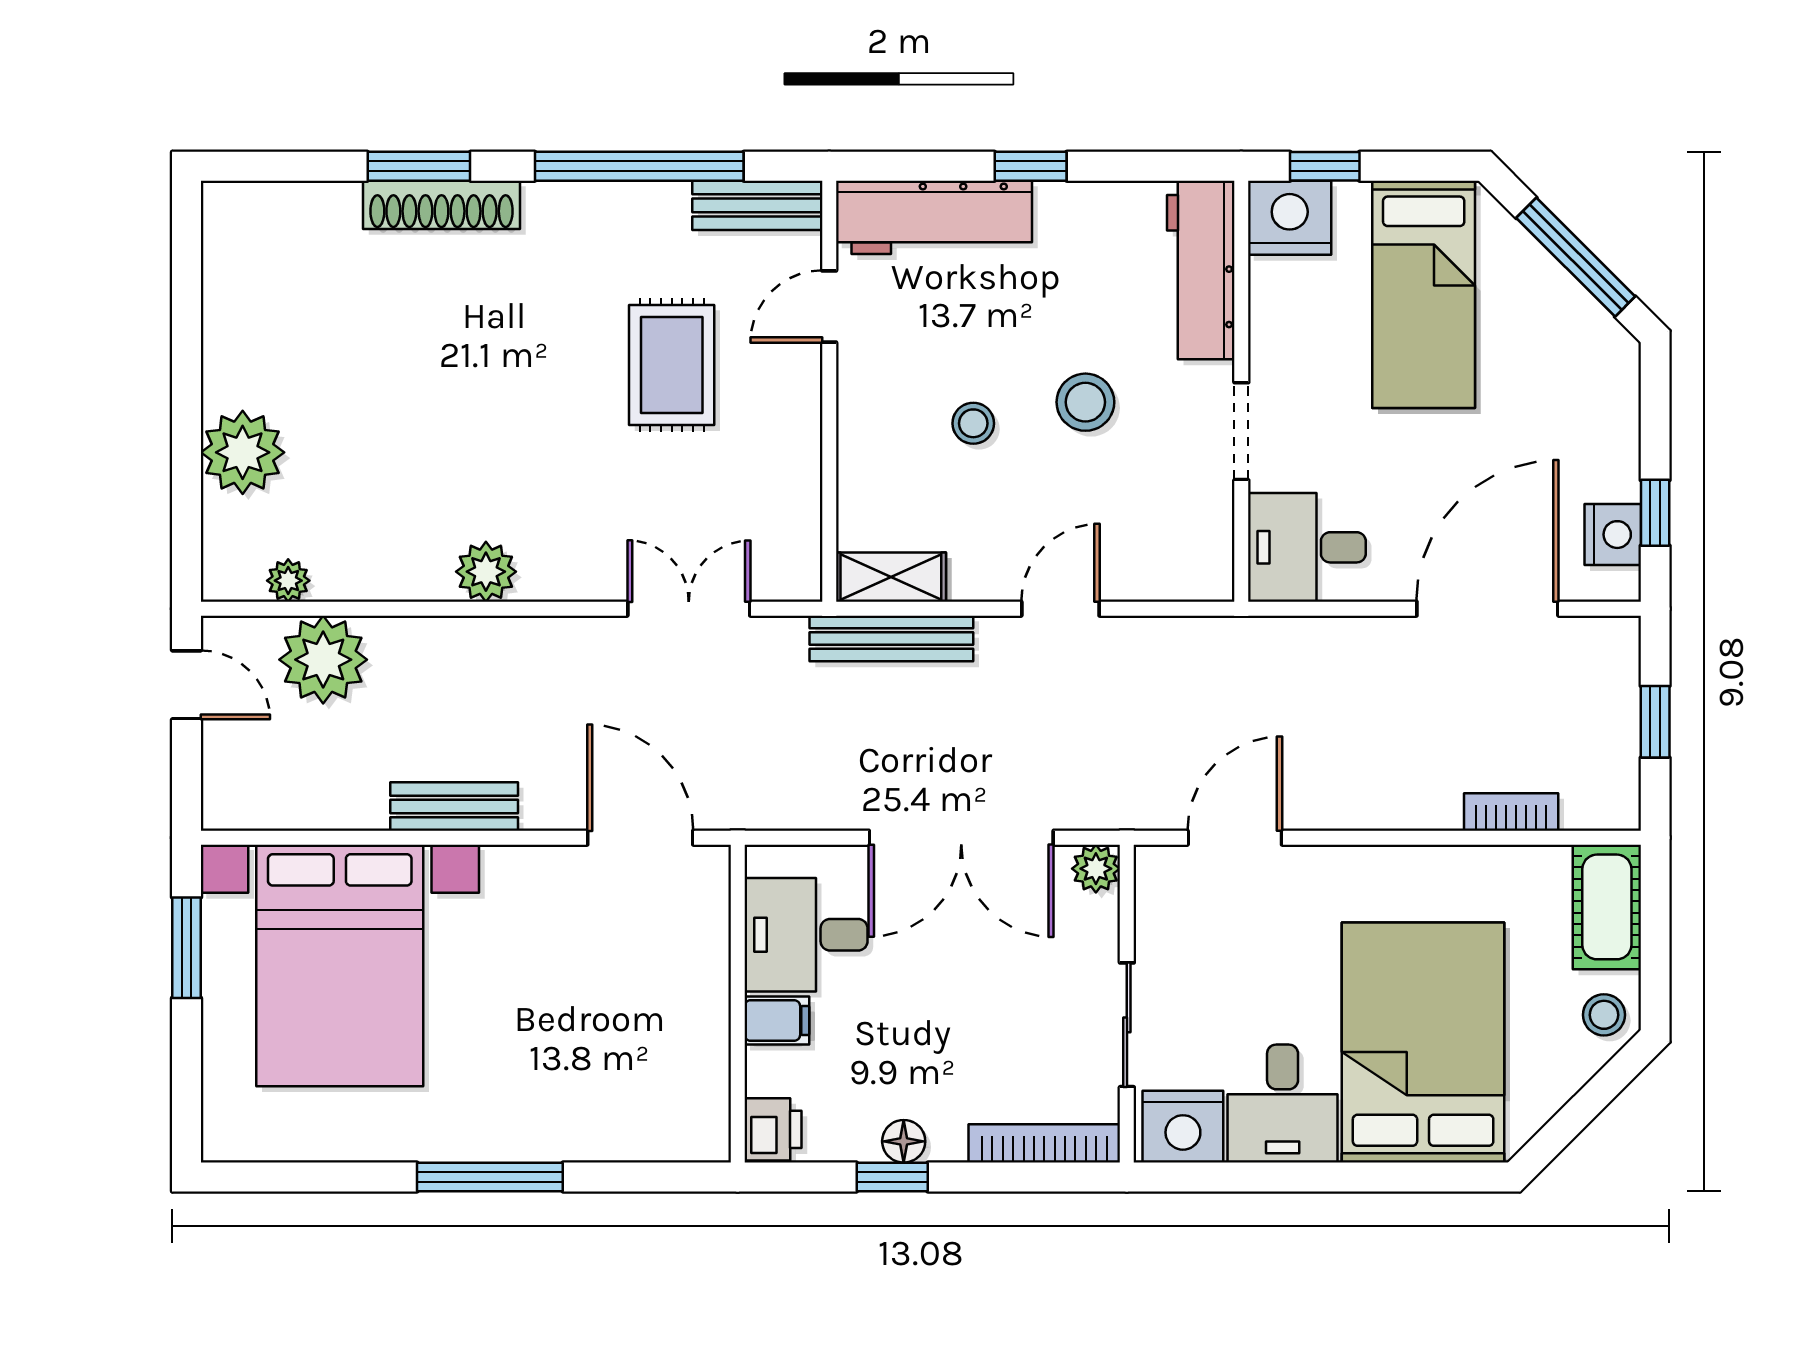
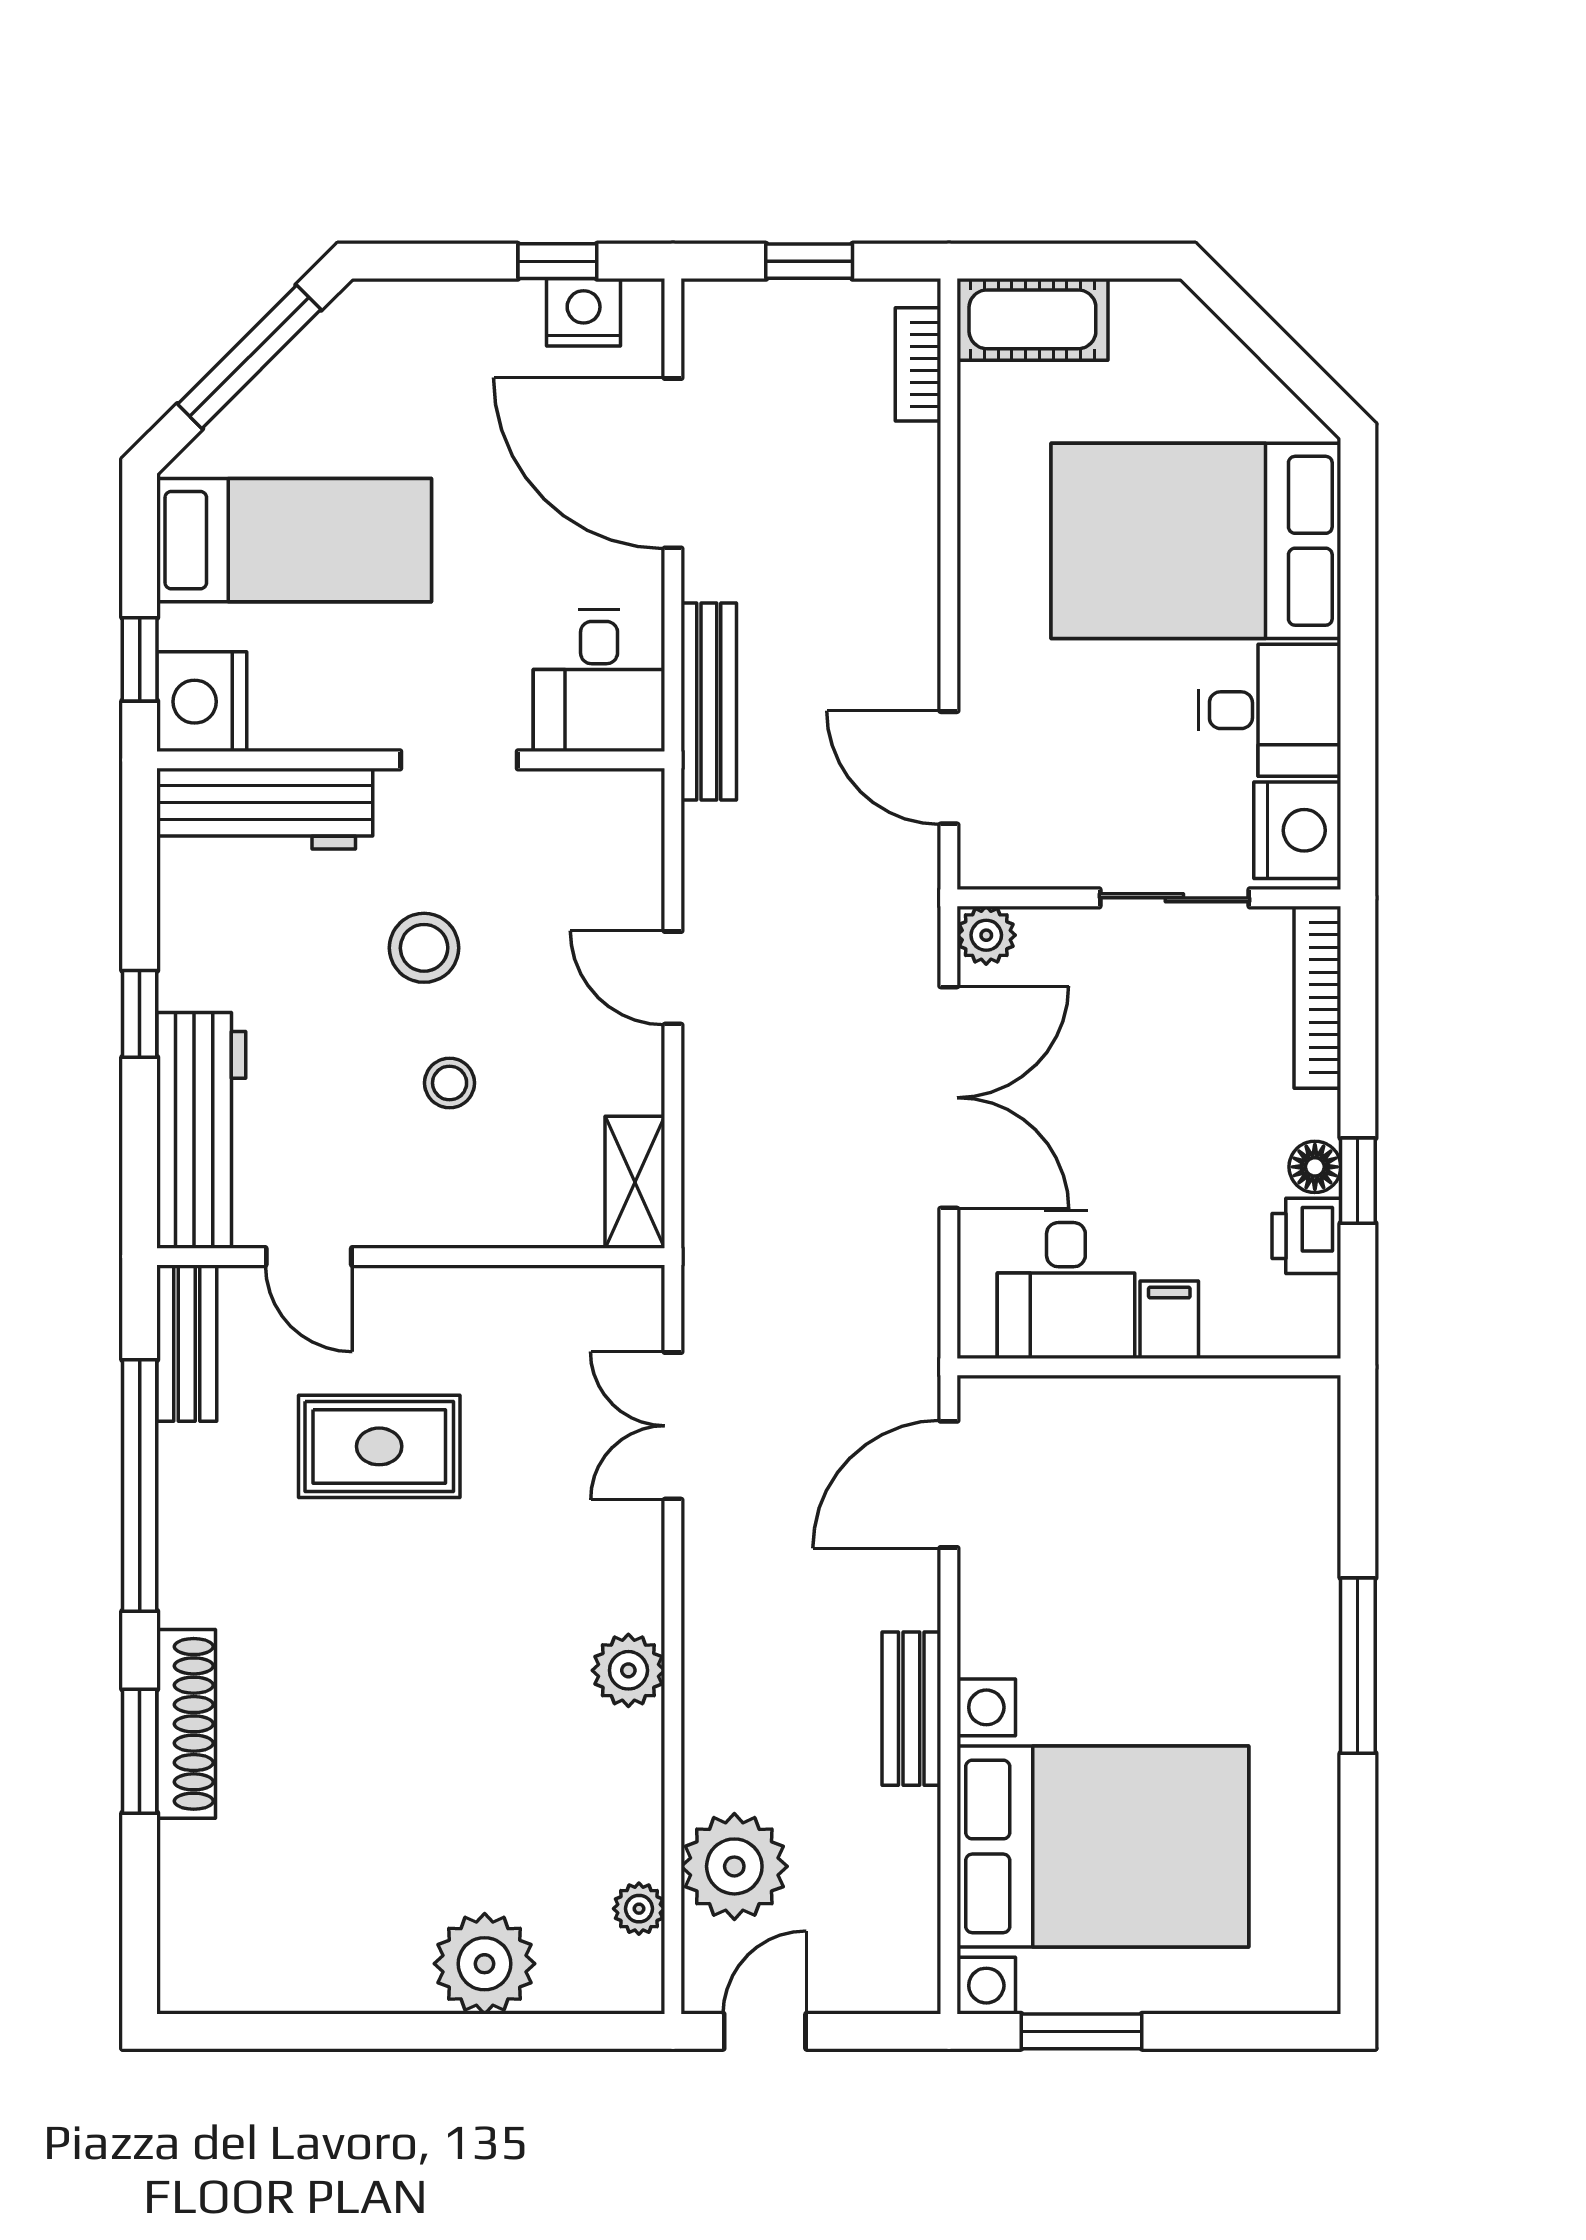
bench: (891, 638) -> (709, 701), moved
bookcase: (1511, 812) -> (918, 364), moved
stool: (1604, 1015) -> (1162, 323), removed
printer: (773, 1129) -> (1306, 1236), moved, turned -90

